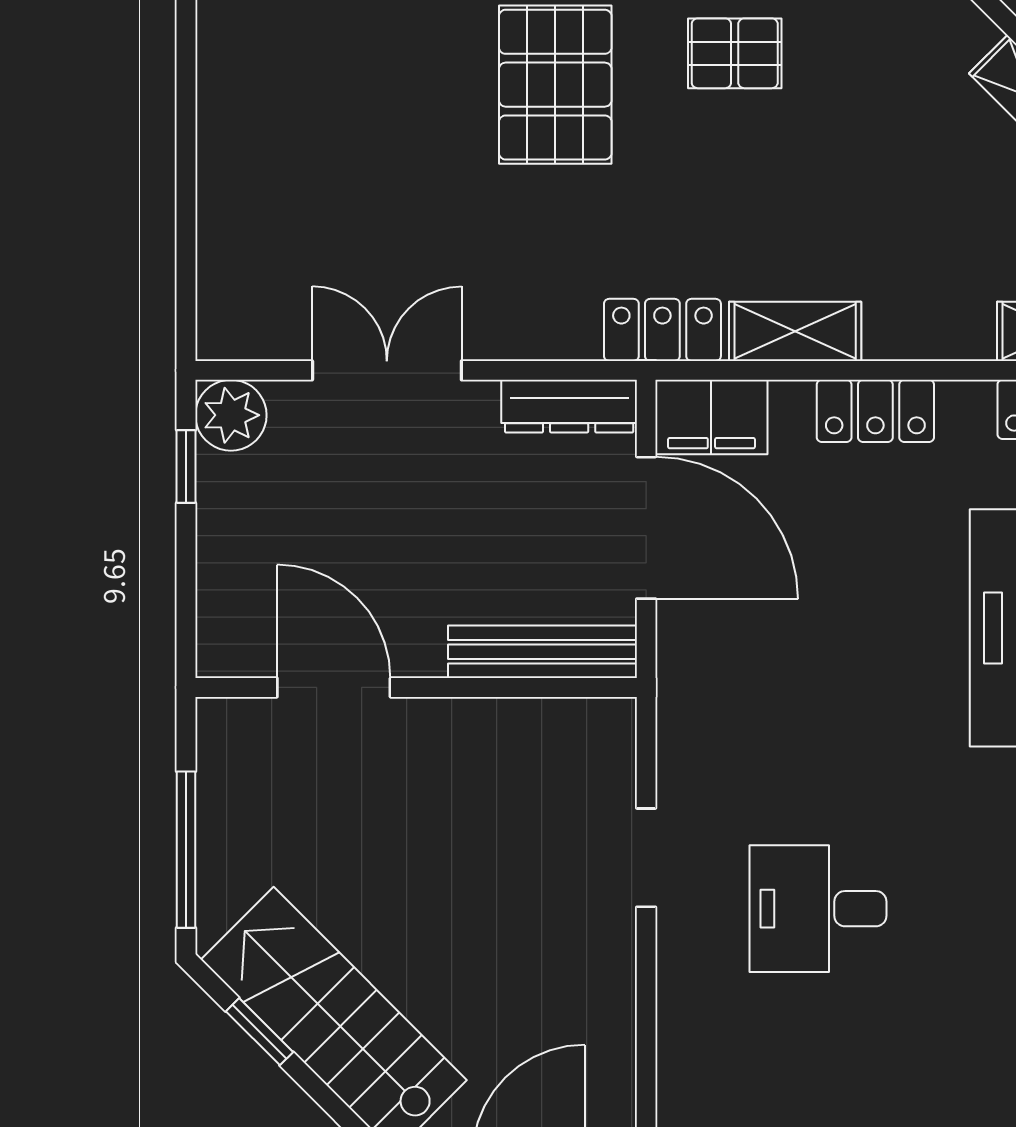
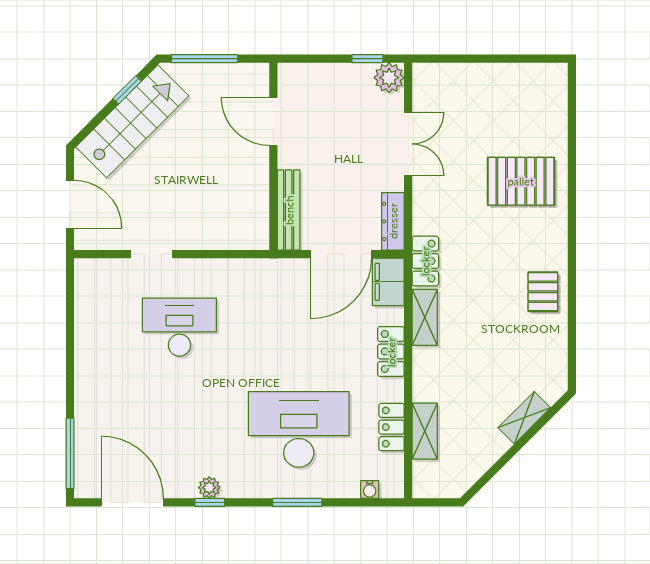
pallet: (555, 85) -> (521, 181), moved
door: (334, 687) -> (273, 121), swing flipped
doorway: (646, 858) -> (152, 254), moved
desk: (818, 909) -> (179, 327), width x1.37

